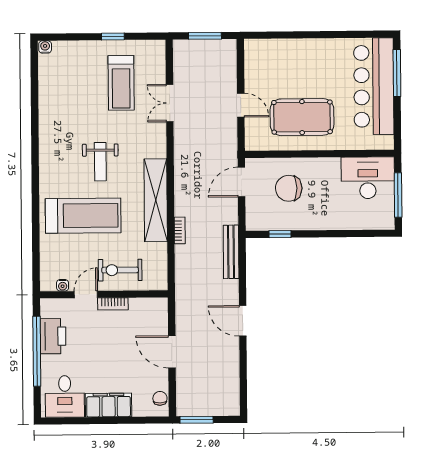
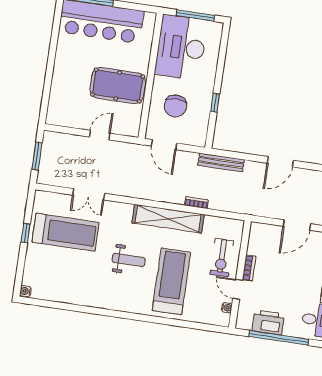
treadmill: (121, 83) -> (65, 232), width x1.37, depth x1.38
pool table: (302, 117) -> (118, 86), turned 90
desk: (368, 178) -> (181, 47), width x1.36, depth x1.30
window: (280, 234) -> (215, 103), moved

